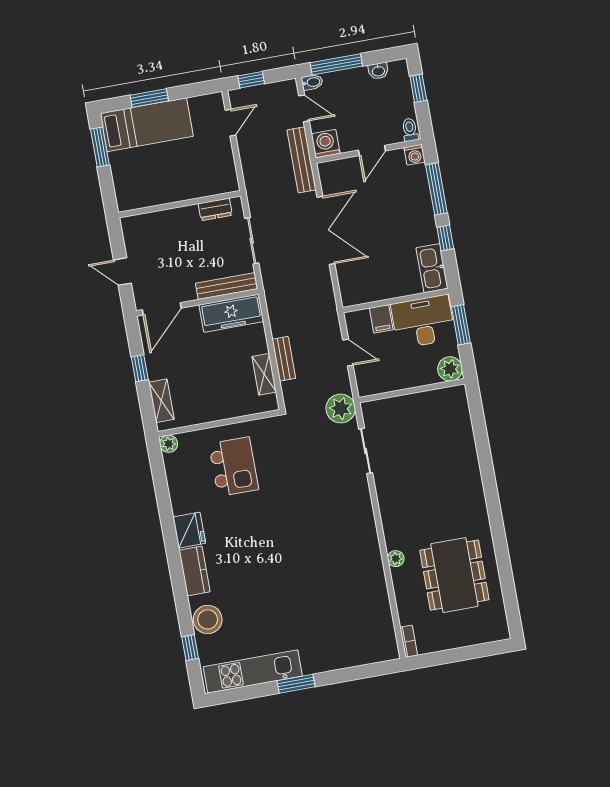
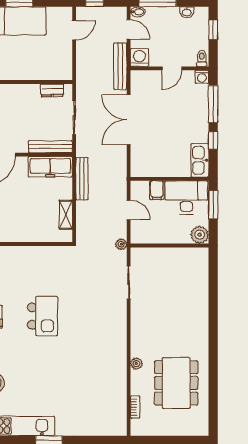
double door: (326, 230) -> (129, 120), swing flipped
bench: (284, 359) -> (82, 179), moved, width x1.36
plant: (341, 409) -> (121, 244), width x0.53, depth x0.53
kitchen island: (234, 467) -> (42, 316), moved
bookcase: (409, 641) -> (135, 407), moved

